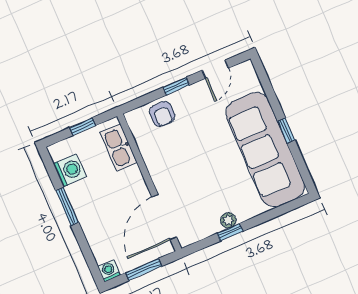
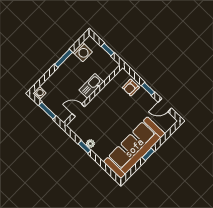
kitchen sink: (119, 147) -> (91, 86), moved
door: (164, 217) -> (78, 110), width x0.53

